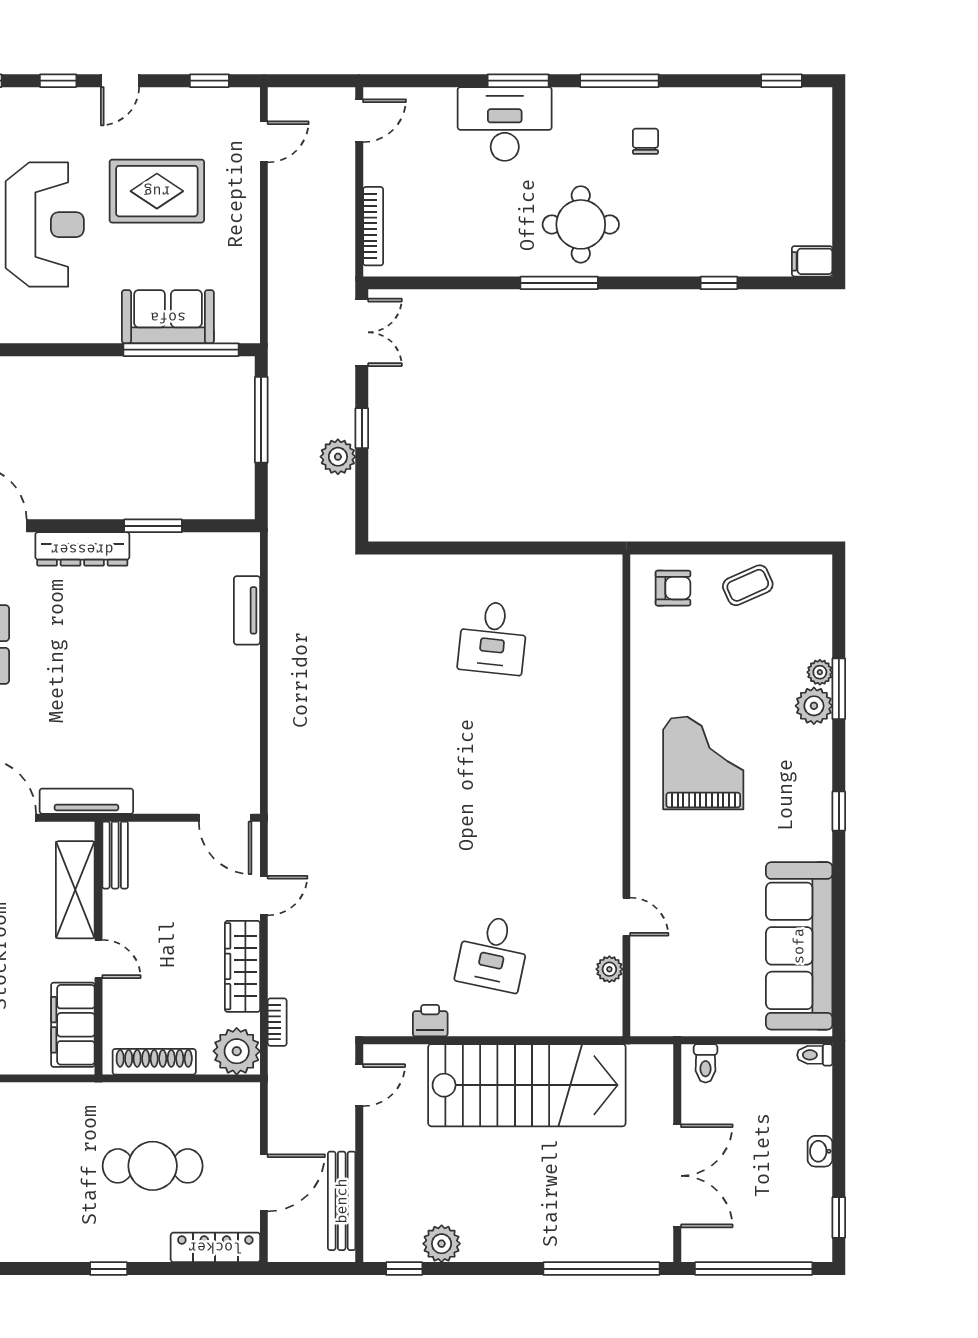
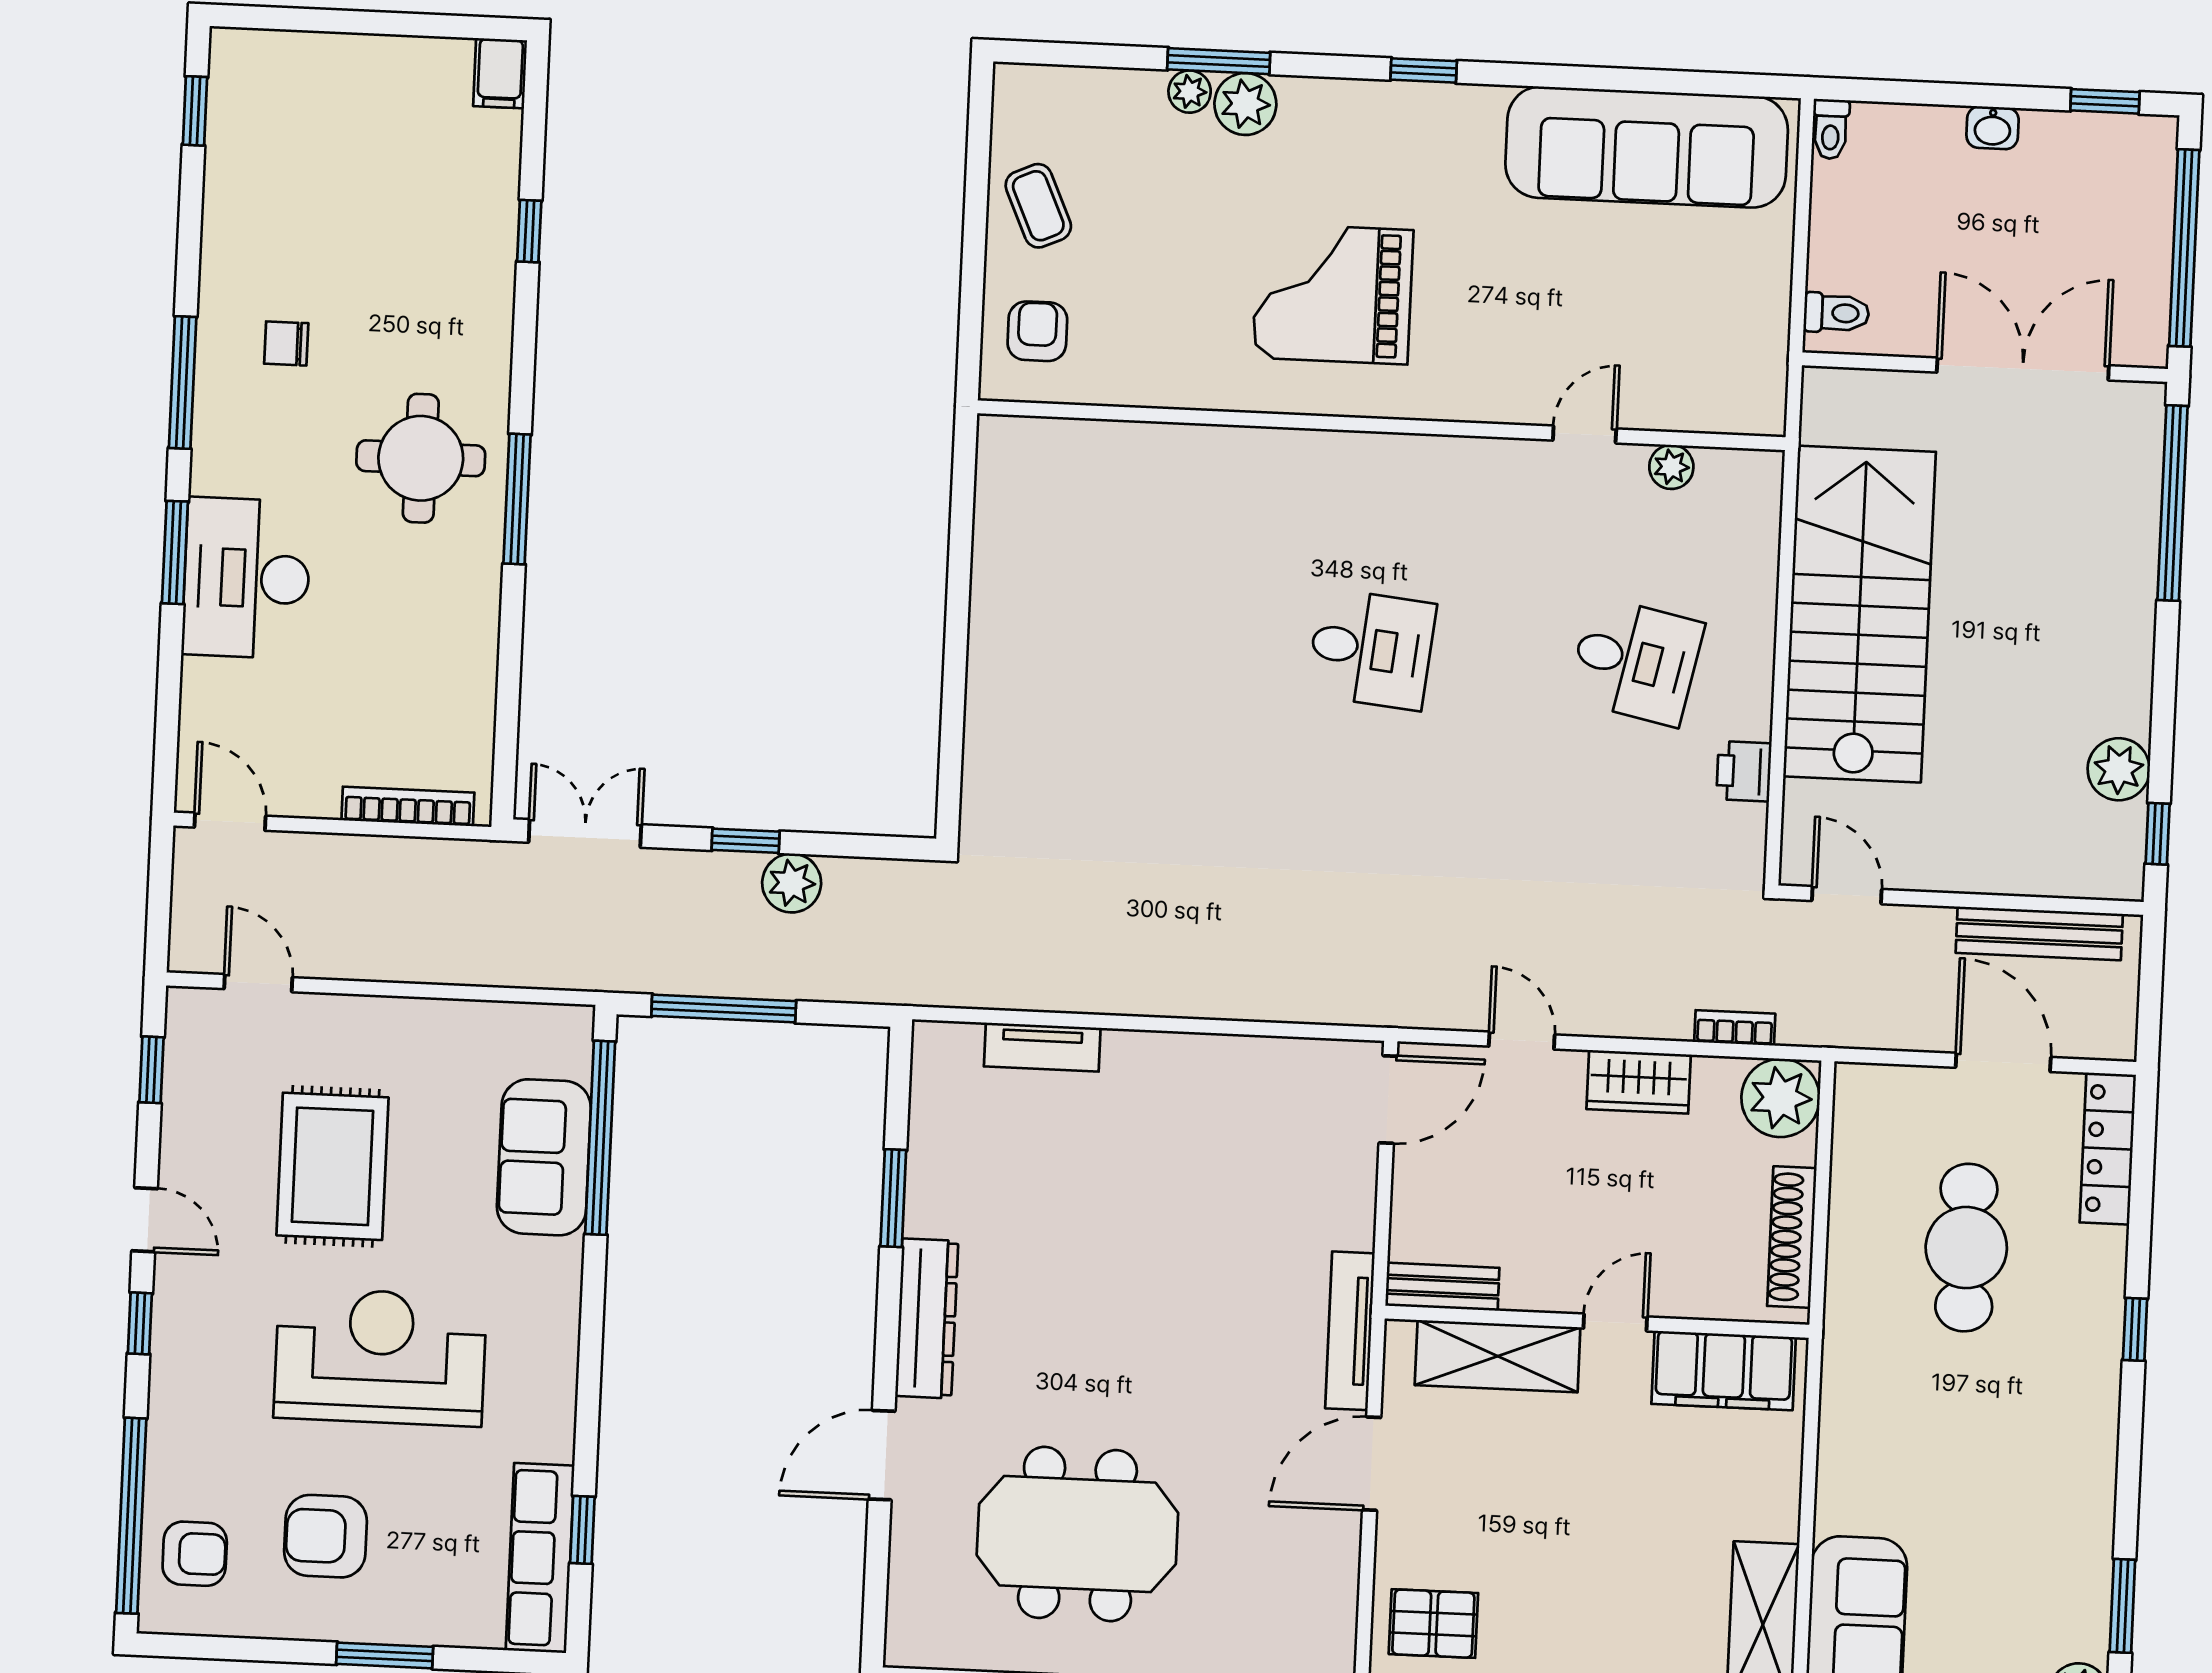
desk: (493, 638) -> (1371, 649), moved
wardrobe: (242, 966) -> (1639, 1082), width x0.67

